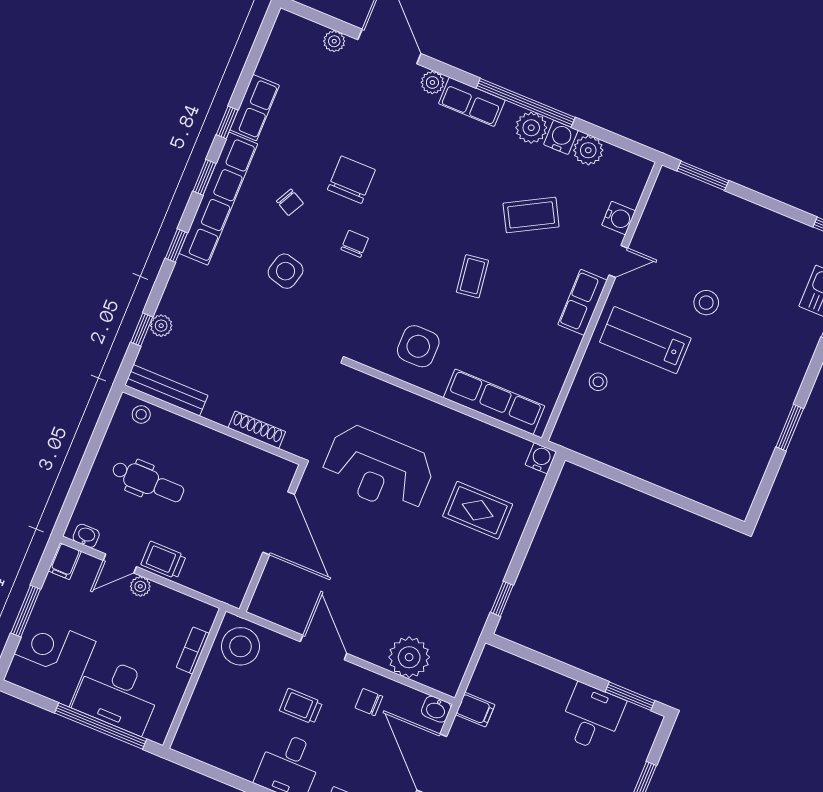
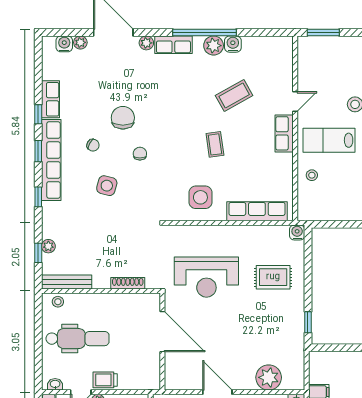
plant: (588, 150) -> (252, 45), removed
water cooler: (619, 218) -> (64, 44), moved, turned -90
dental chair: (148, 481) -> (78, 339), width x1.36, depth x1.38

